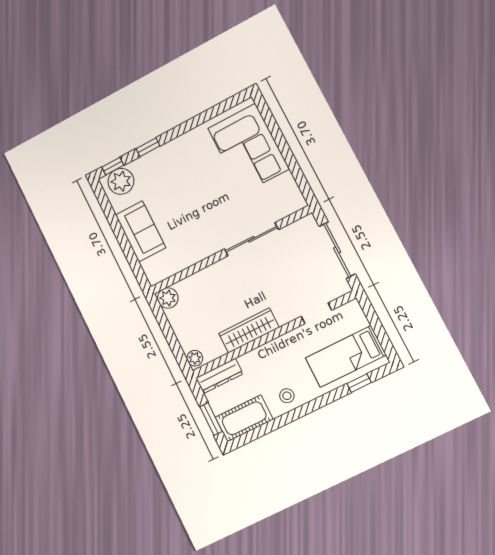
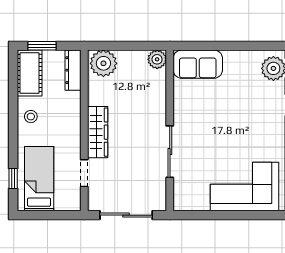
sofa: (141, 231) -> (198, 64), moved
wardrobe: (249, 330) -> (98, 132), moved
plant: (195, 358) -> (103, 63), width x1.88, depth x1.88

